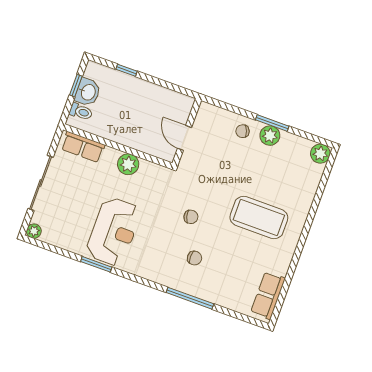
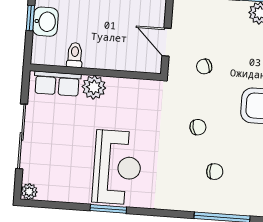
toilet: (81, 112) -> (75, 55), moved, turned -90
chair: (243, 131) -> (204, 66), moved
plant: (128, 164) -> (94, 87), moved

